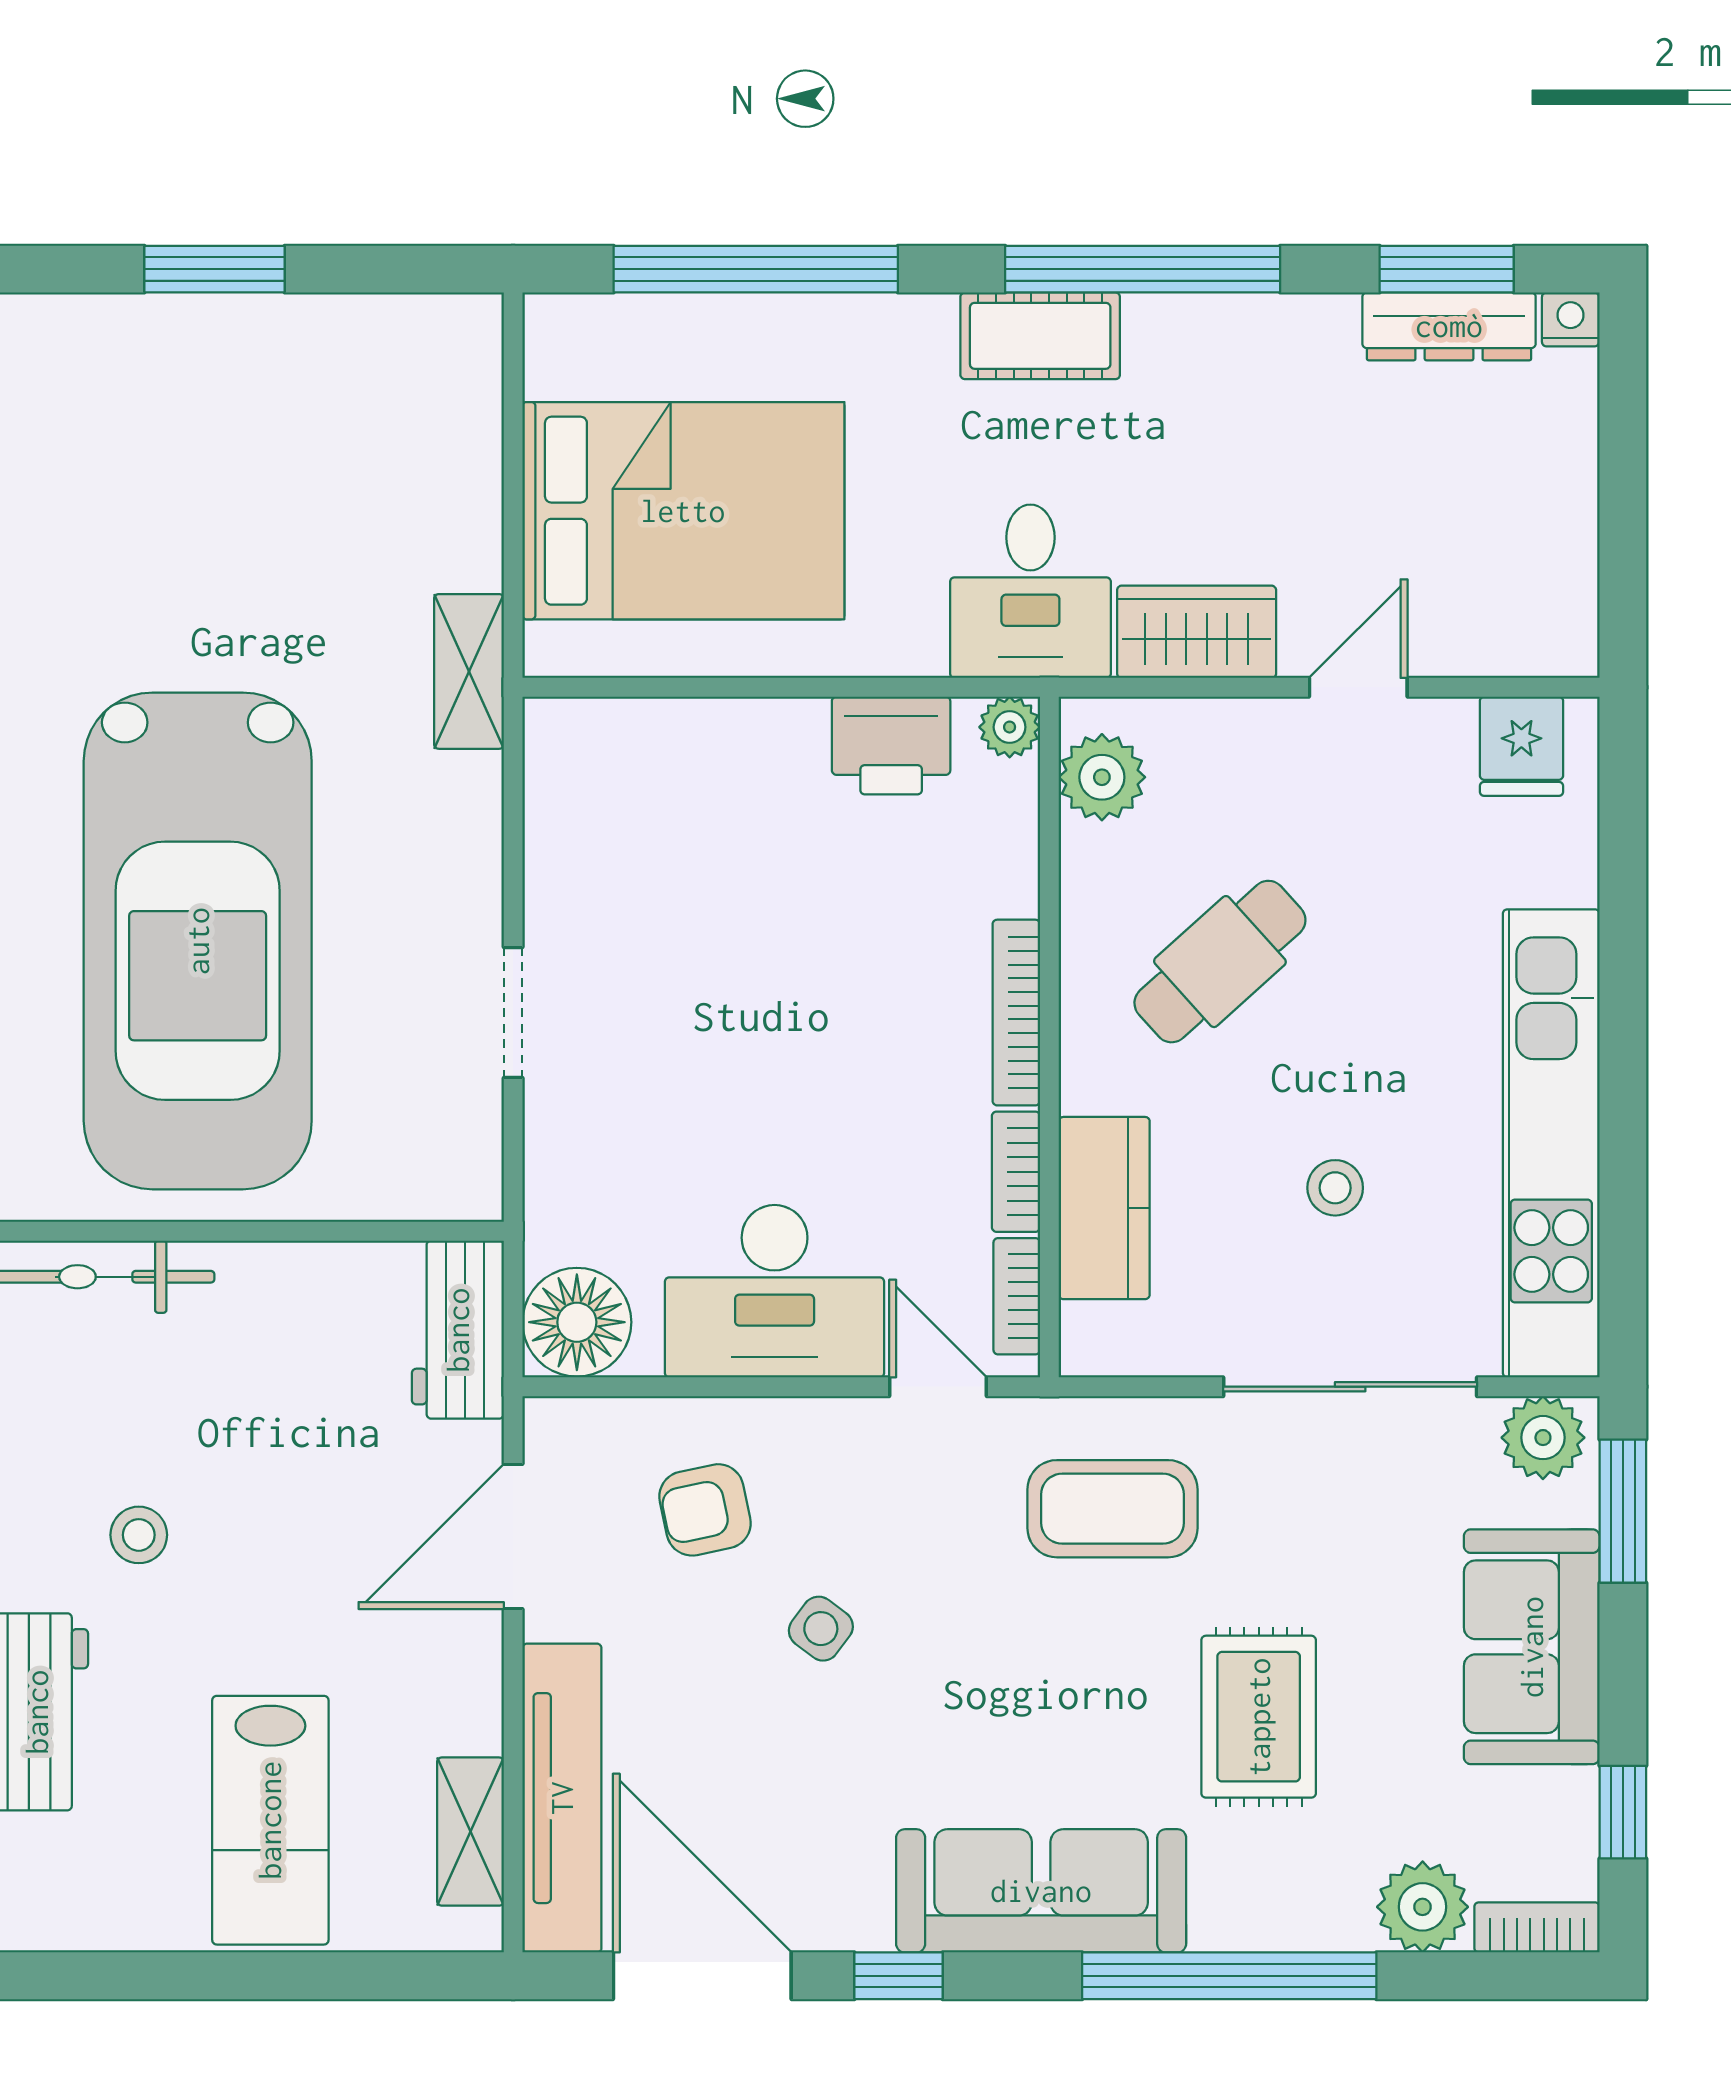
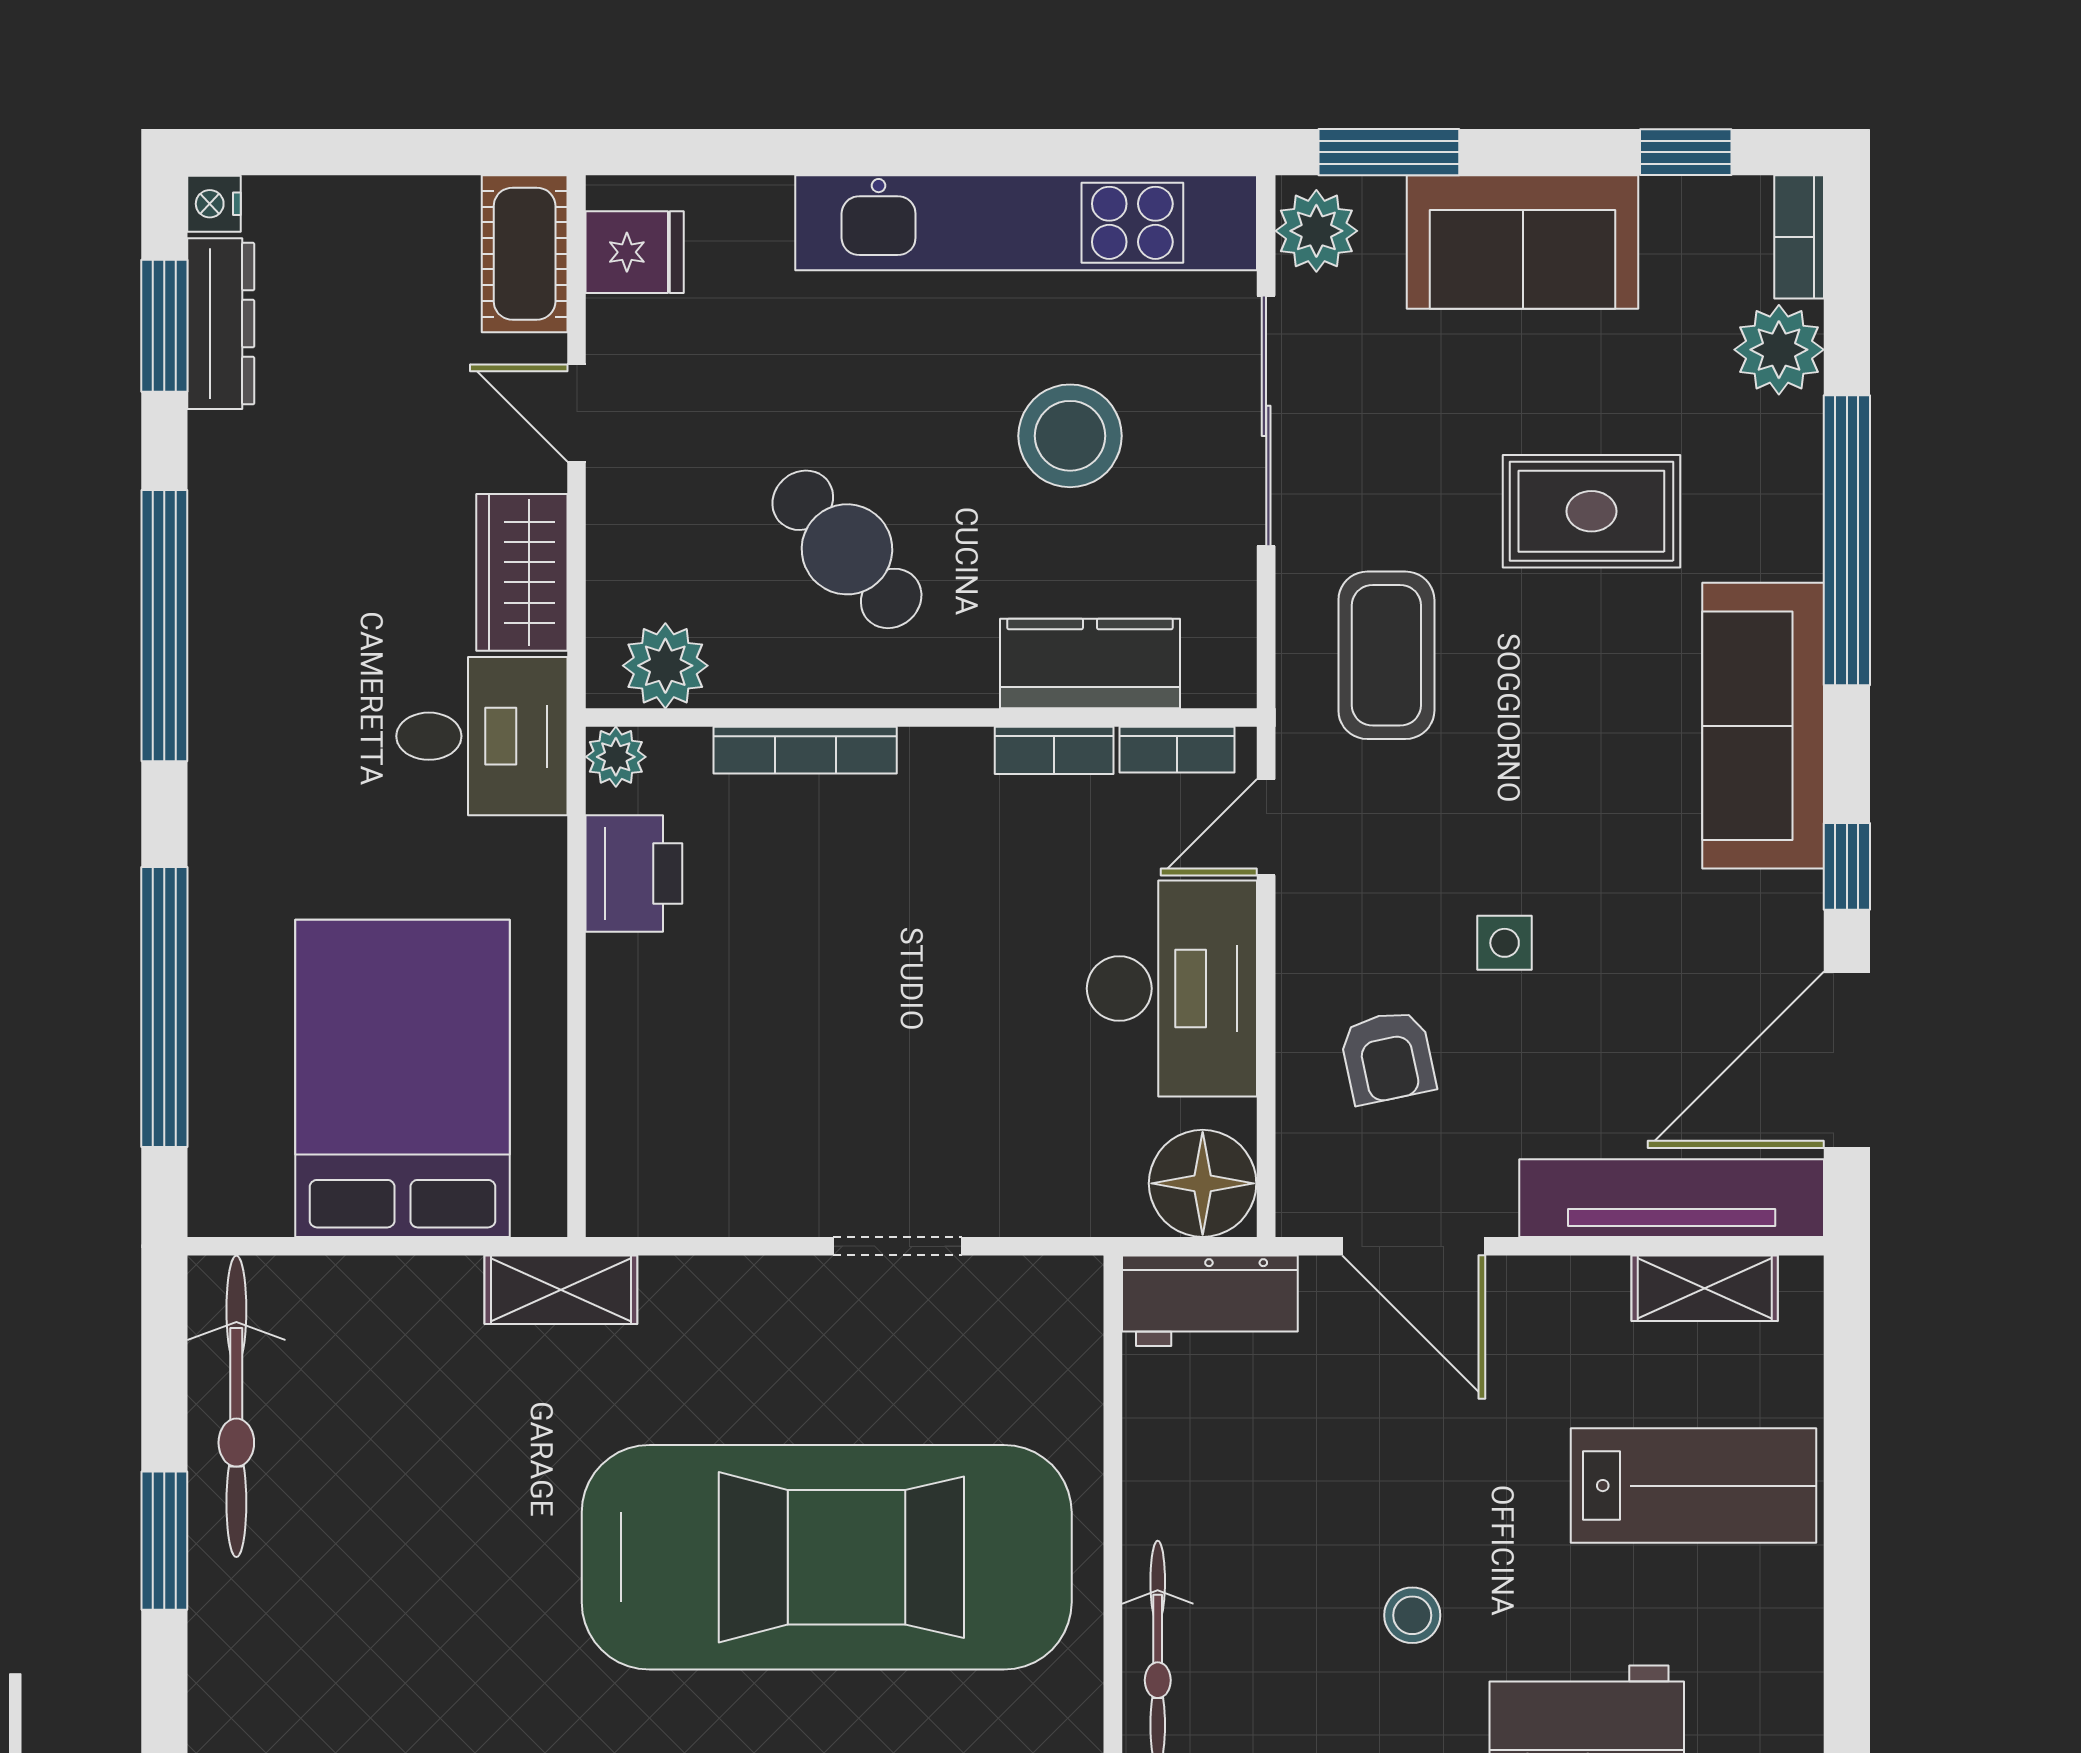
cot: (1040, 336) -> (525, 254), moved
bicycle: (351, 342) -> (236, 1406), added
bookcase: (1016, 1013) -> (805, 750), moved
stool: (1335, 1188) -> (1070, 436), width x1.89, depth x1.89
side table: (821, 1629) -> (1505, 943), turned -37

